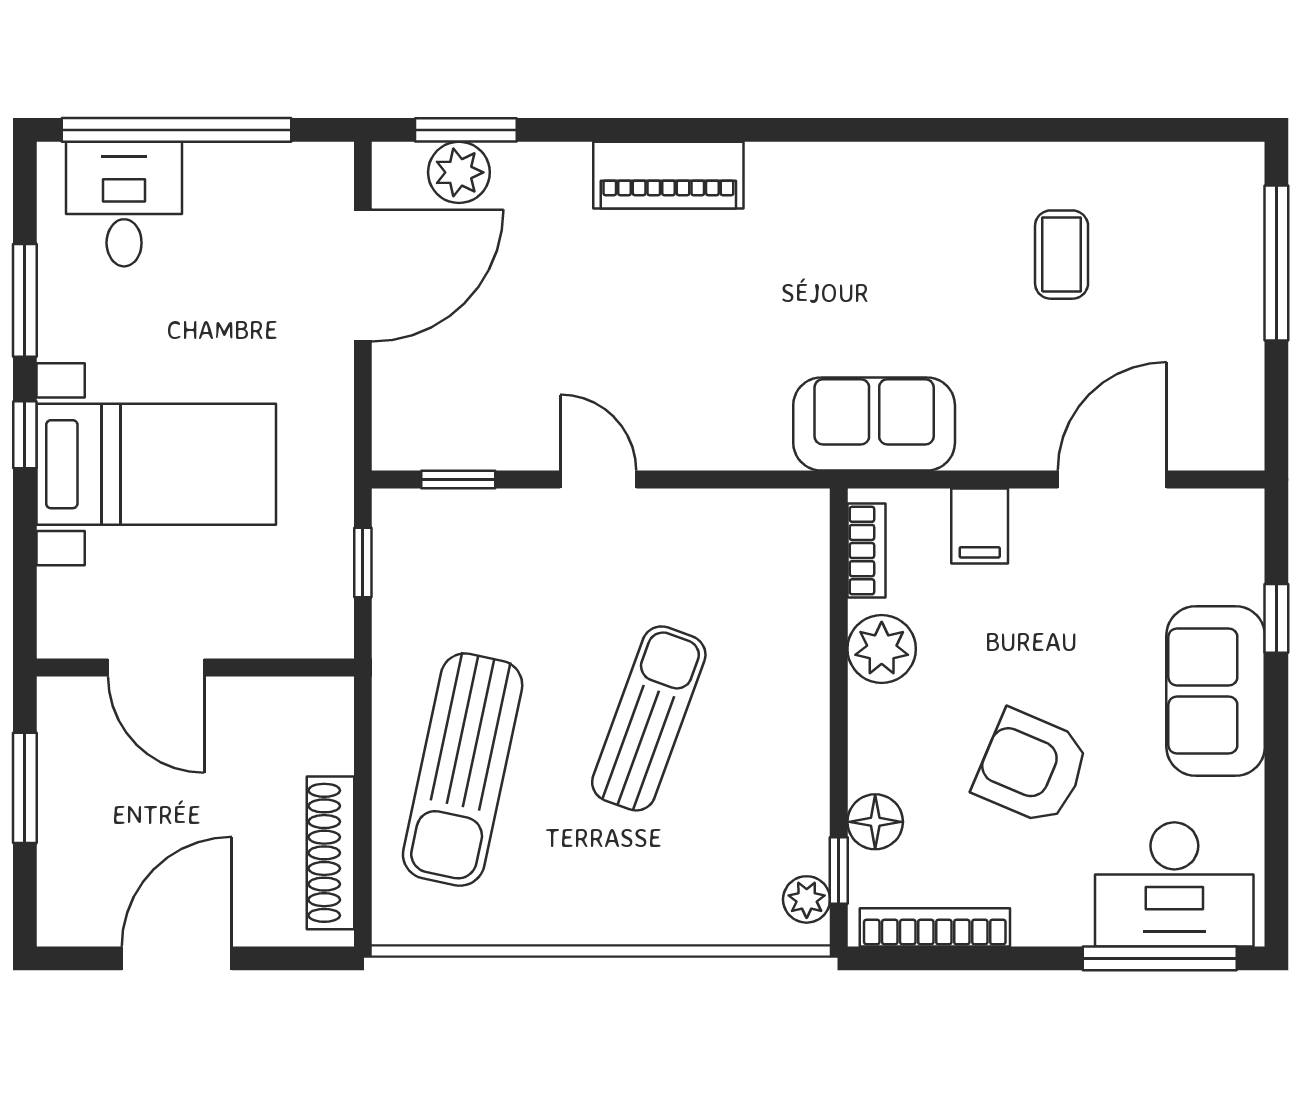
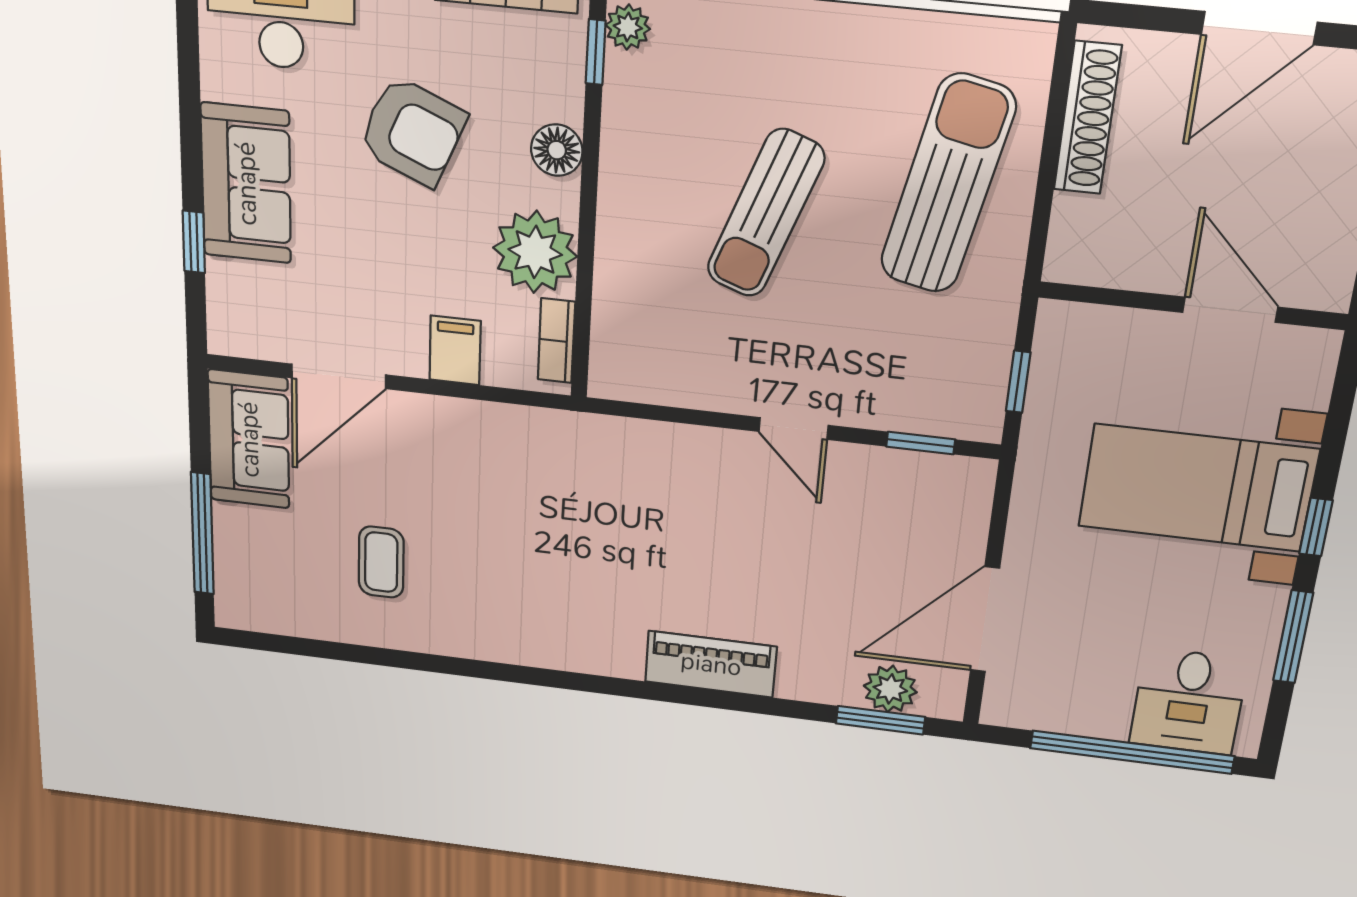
sofa: (874, 424) -> (249, 439), moved, turned -90
plant: (882, 649) -> (535, 252), width x1.36, depth x1.36
floor lamp: (875, 822) -> (557, 150), moved

